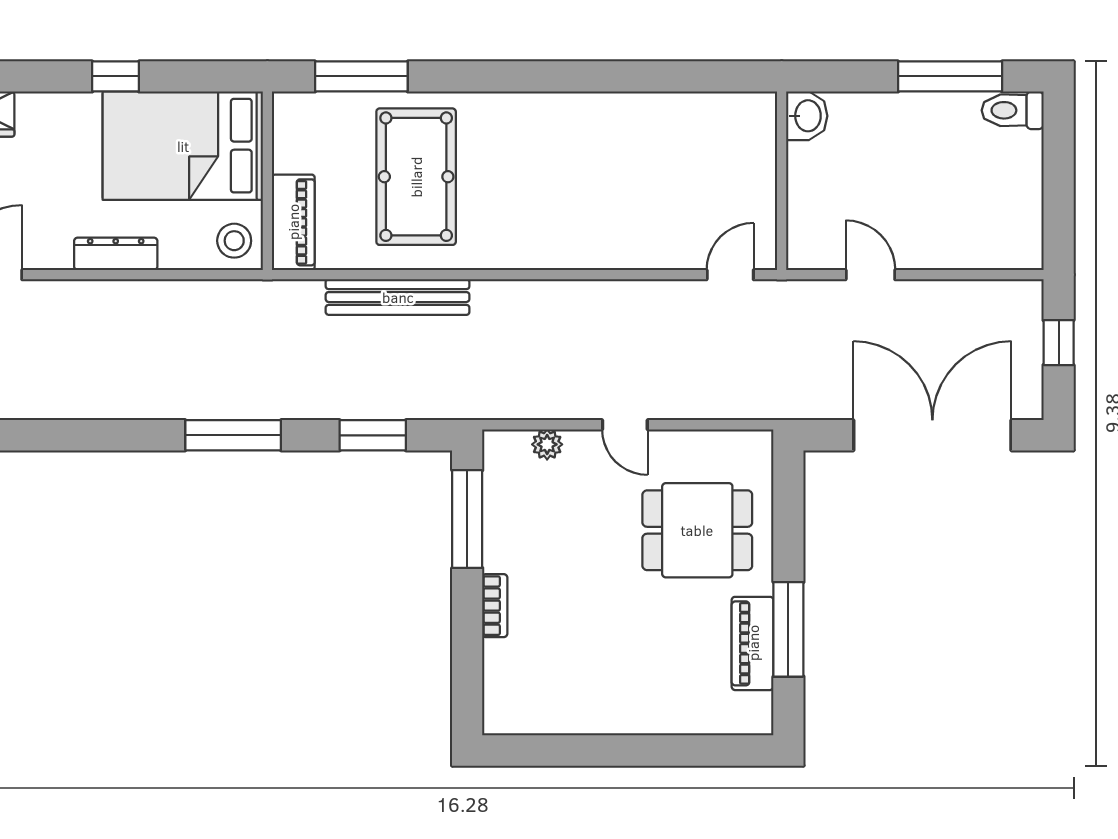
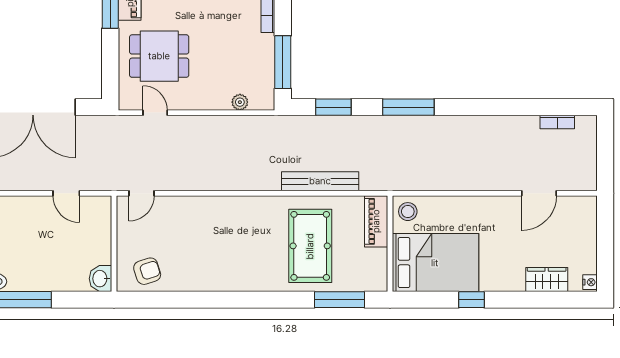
armchair: (720, 130) -> (147, 271), added
dresser: (116, 254) -> (471, 204), removed
door: (625, 425) -> (155, 113), moved

